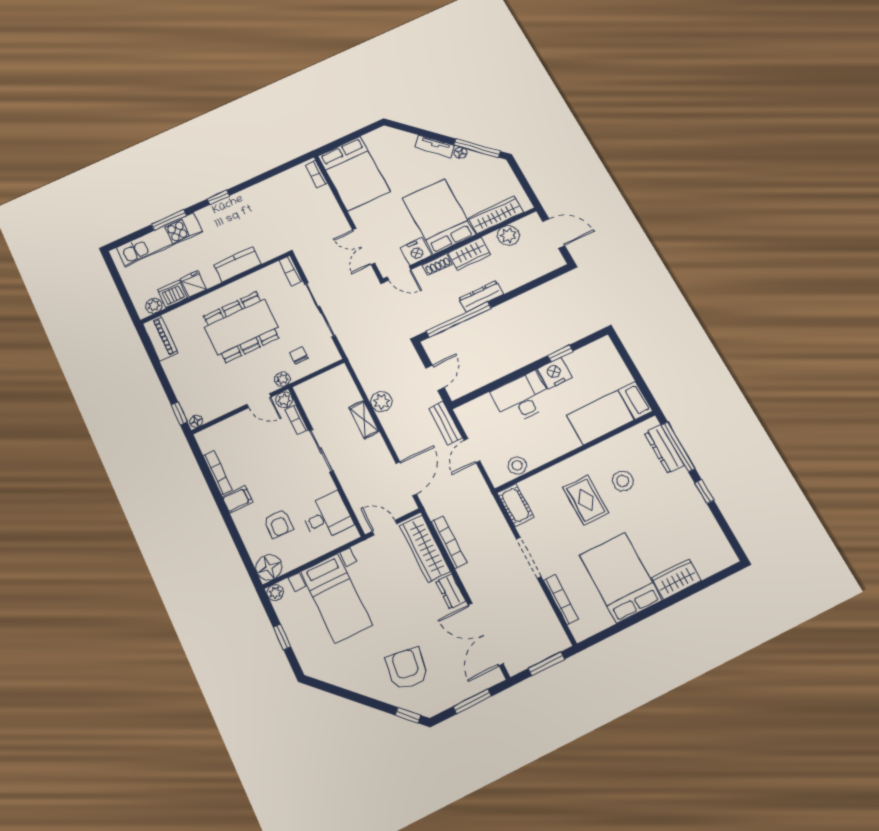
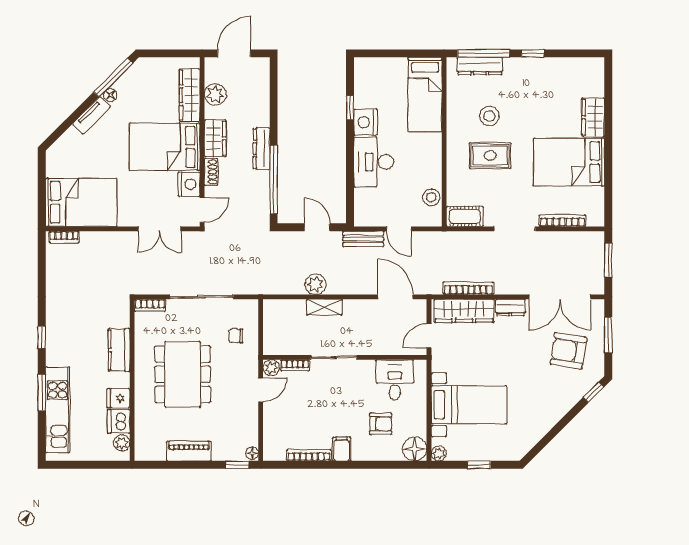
piano: (160, 338) -> (189, 451), moved
plant: (282, 379) -> (251, 360), removed
armchair: (407, 669) -> (568, 351), moved

